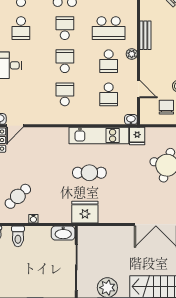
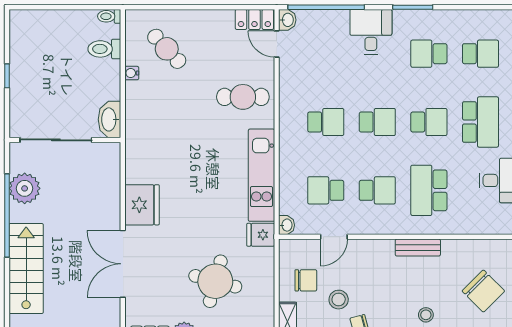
plant: (132, 54) -> (389, 226), removed
school desk: (109, 61) -> (377, 190), turned 180
cafe table: (89, 173) -> (243, 97), moved, turned 90
fridge: (85, 212) -> (142, 205), moved

